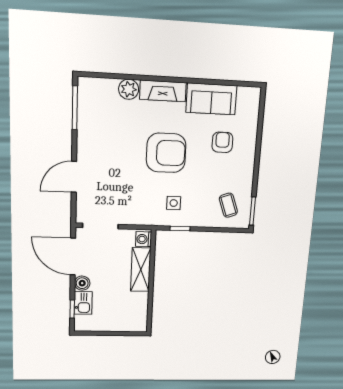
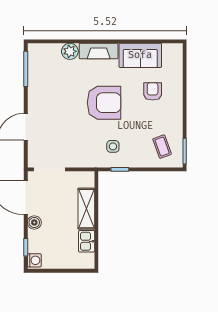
washing machine: (144, 239) -> (34, 260), moved, turned 180
kitchen sink: (83, 303) -> (87, 241), moved, turned 180

